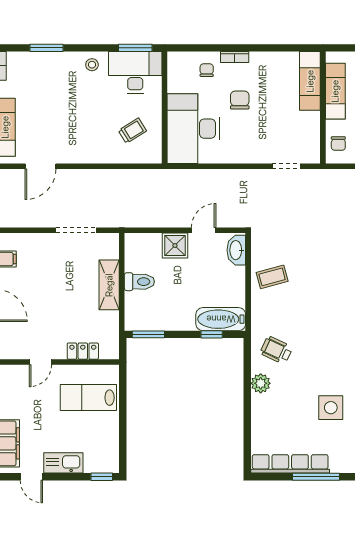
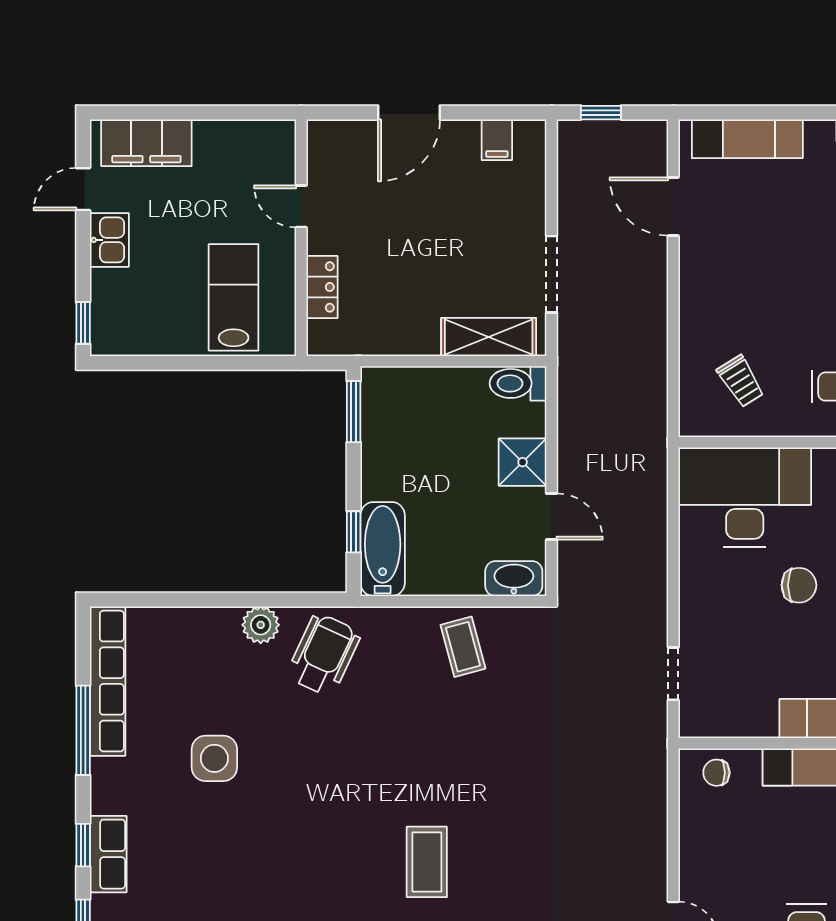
toilet: (139, 282) -> (518, 383), moved, turned 90
shelving: (109, 285) -> (489, 337), moved
wheelchair: (276, 350) -> (324, 655), width x1.36, depth x1.37
kitchen sink: (63, 463) -> (109, 240), width x0.73

